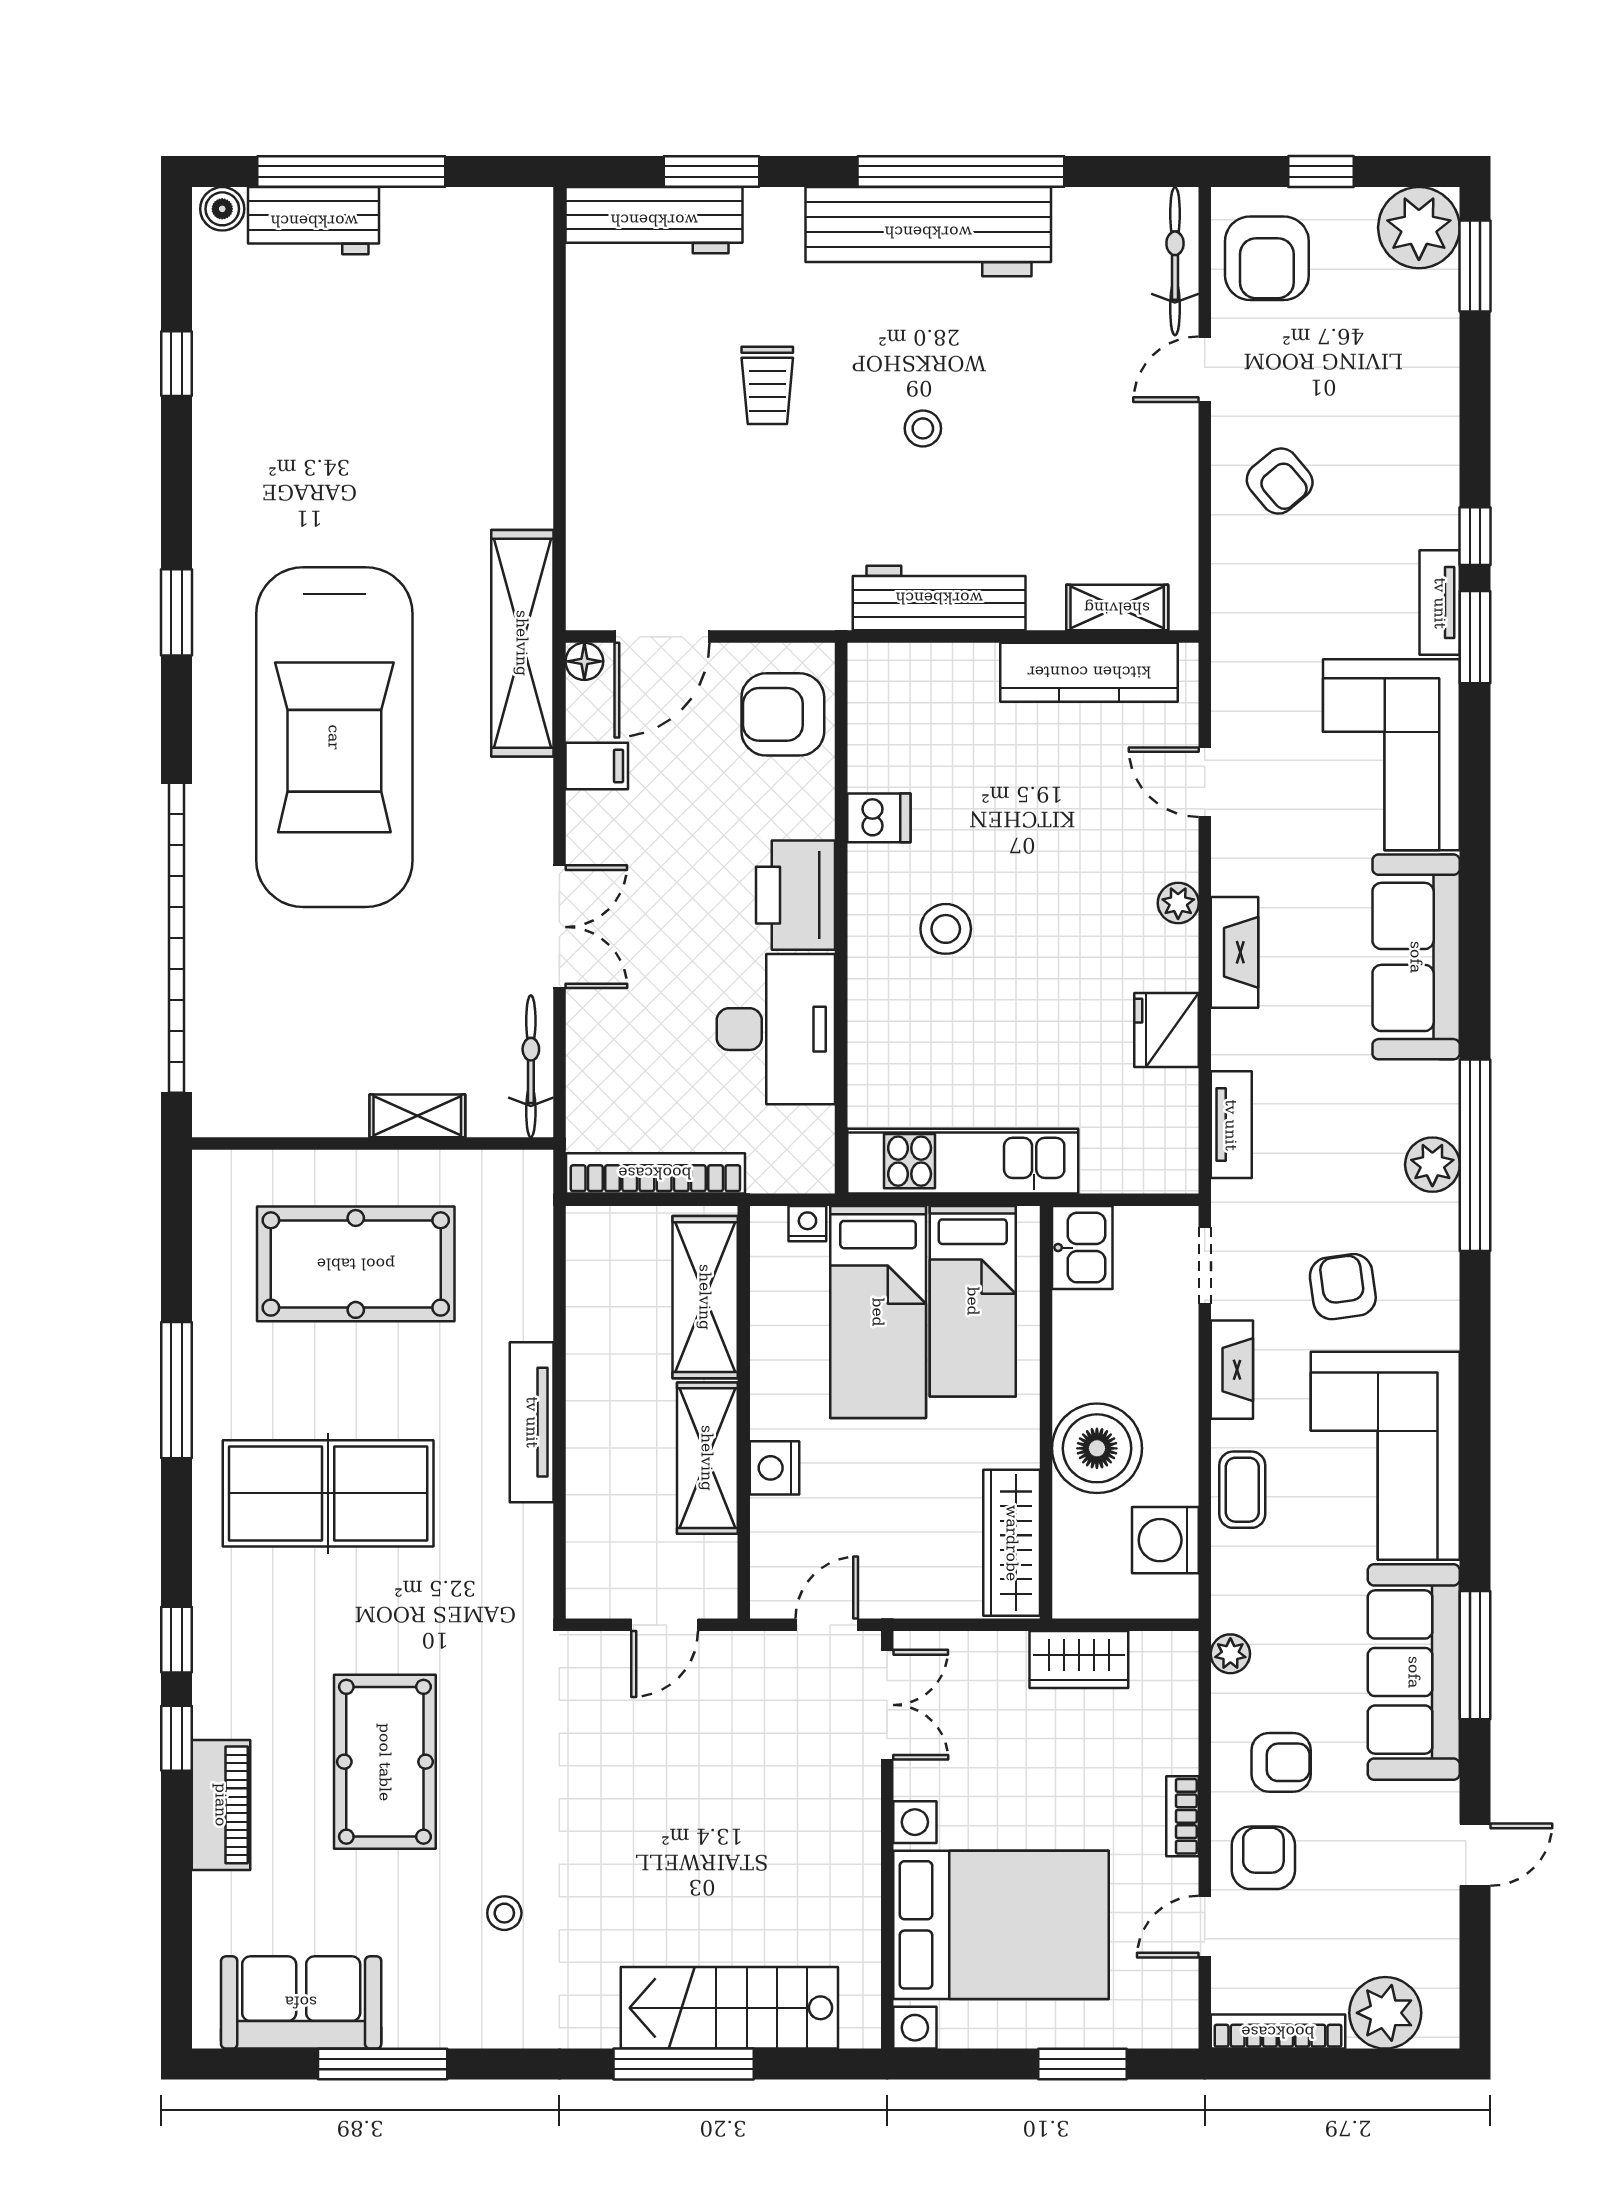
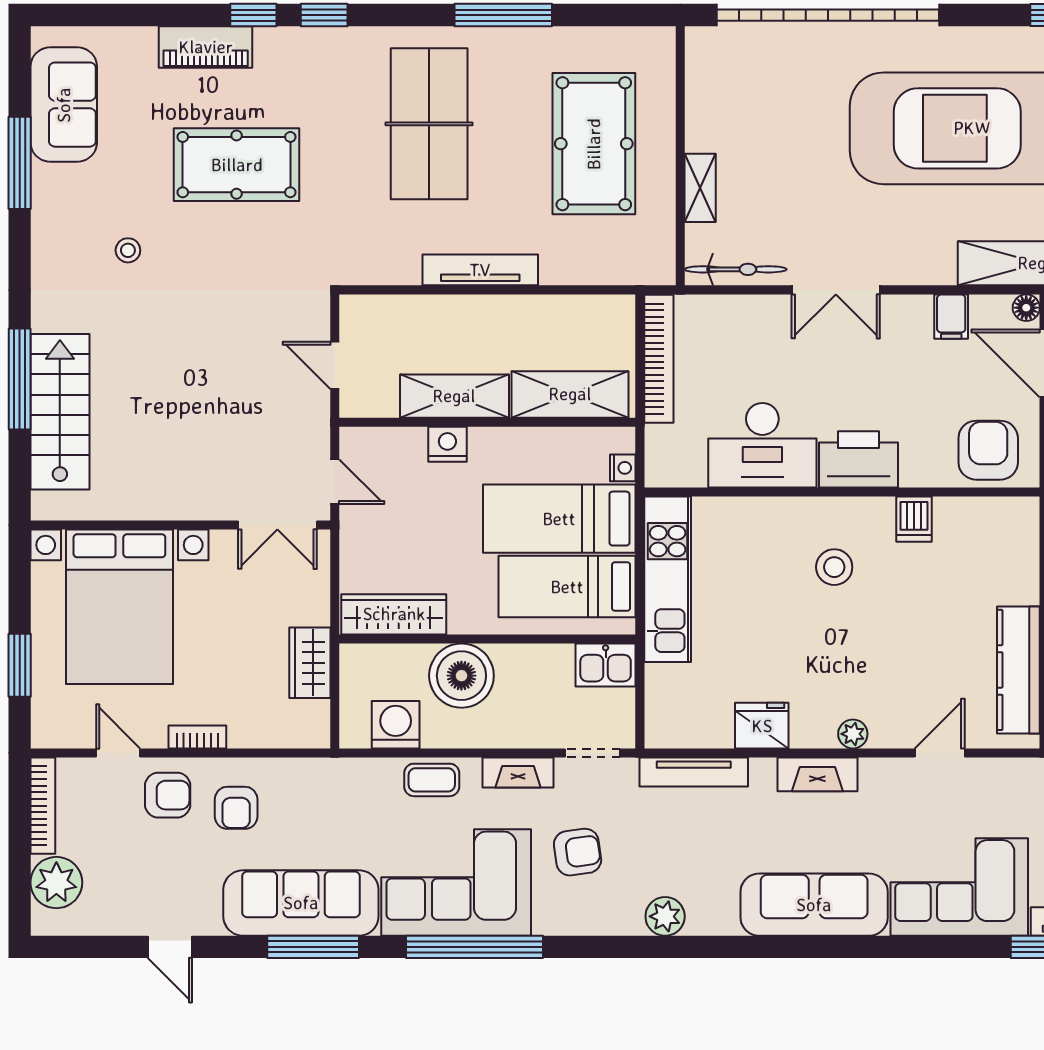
tv unit: (1231, 1125) -> (694, 772), width x1.41
window: (1475, 1155) -> (475, 947), moved
plant: (1230, 1654) -> (314, 771), removed

